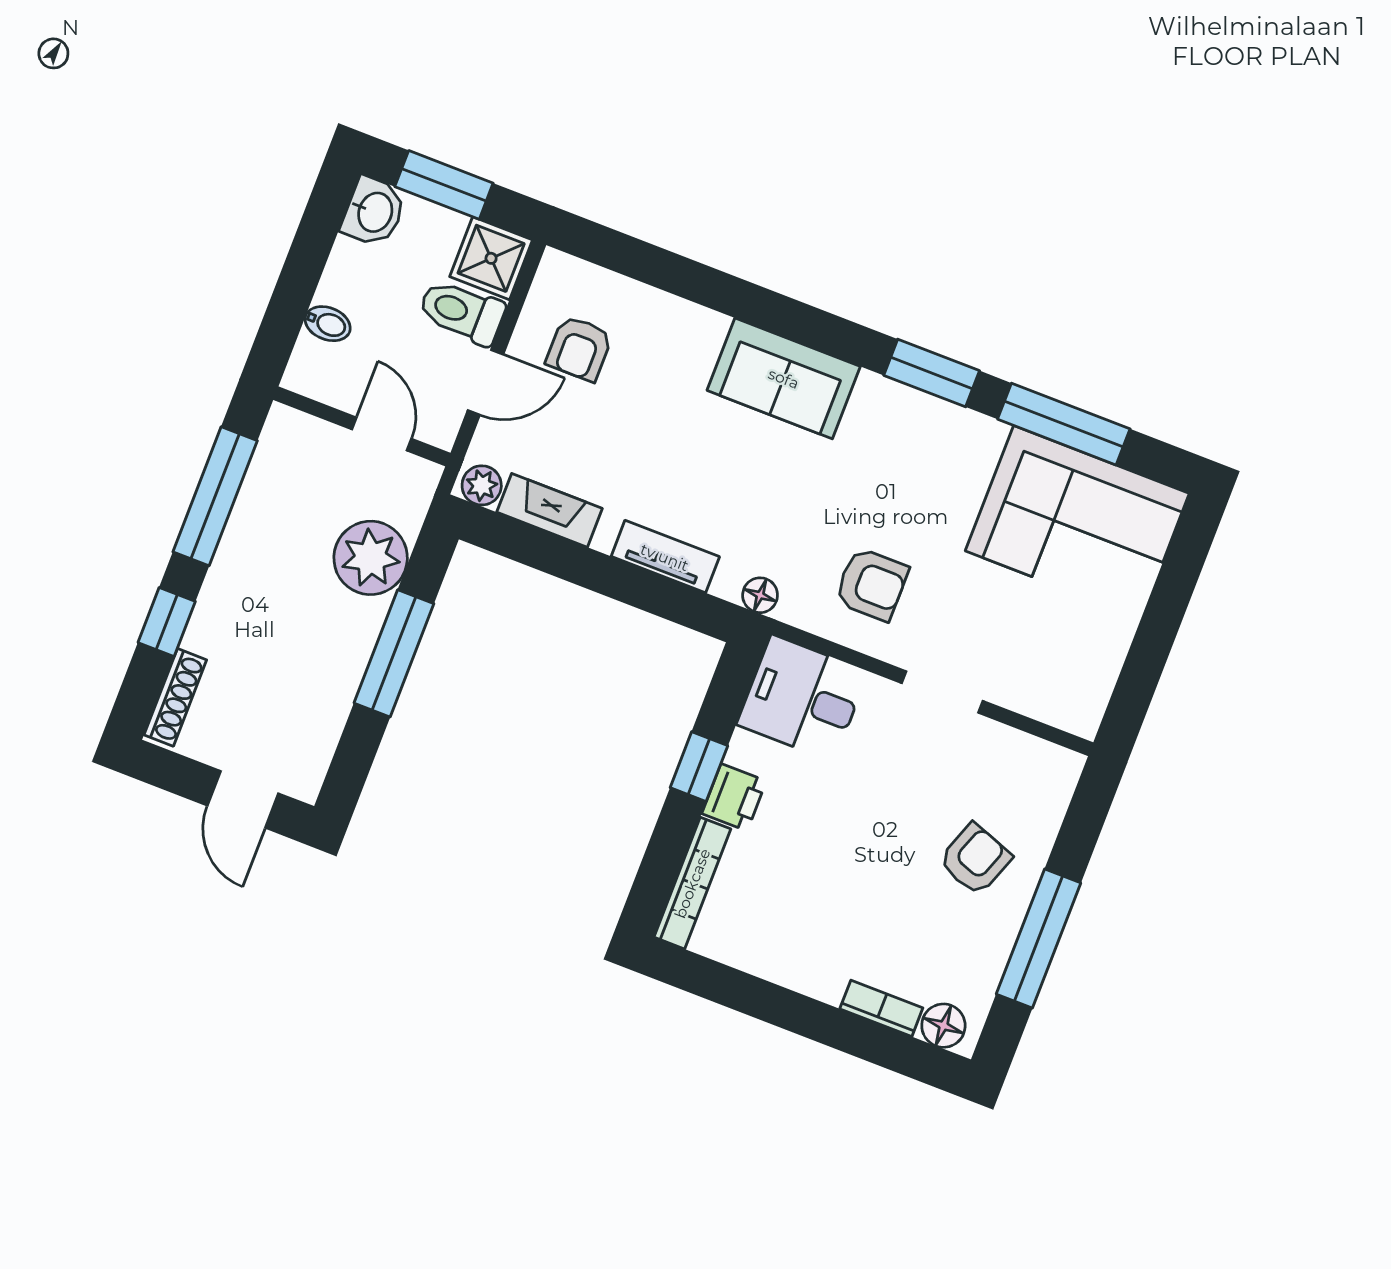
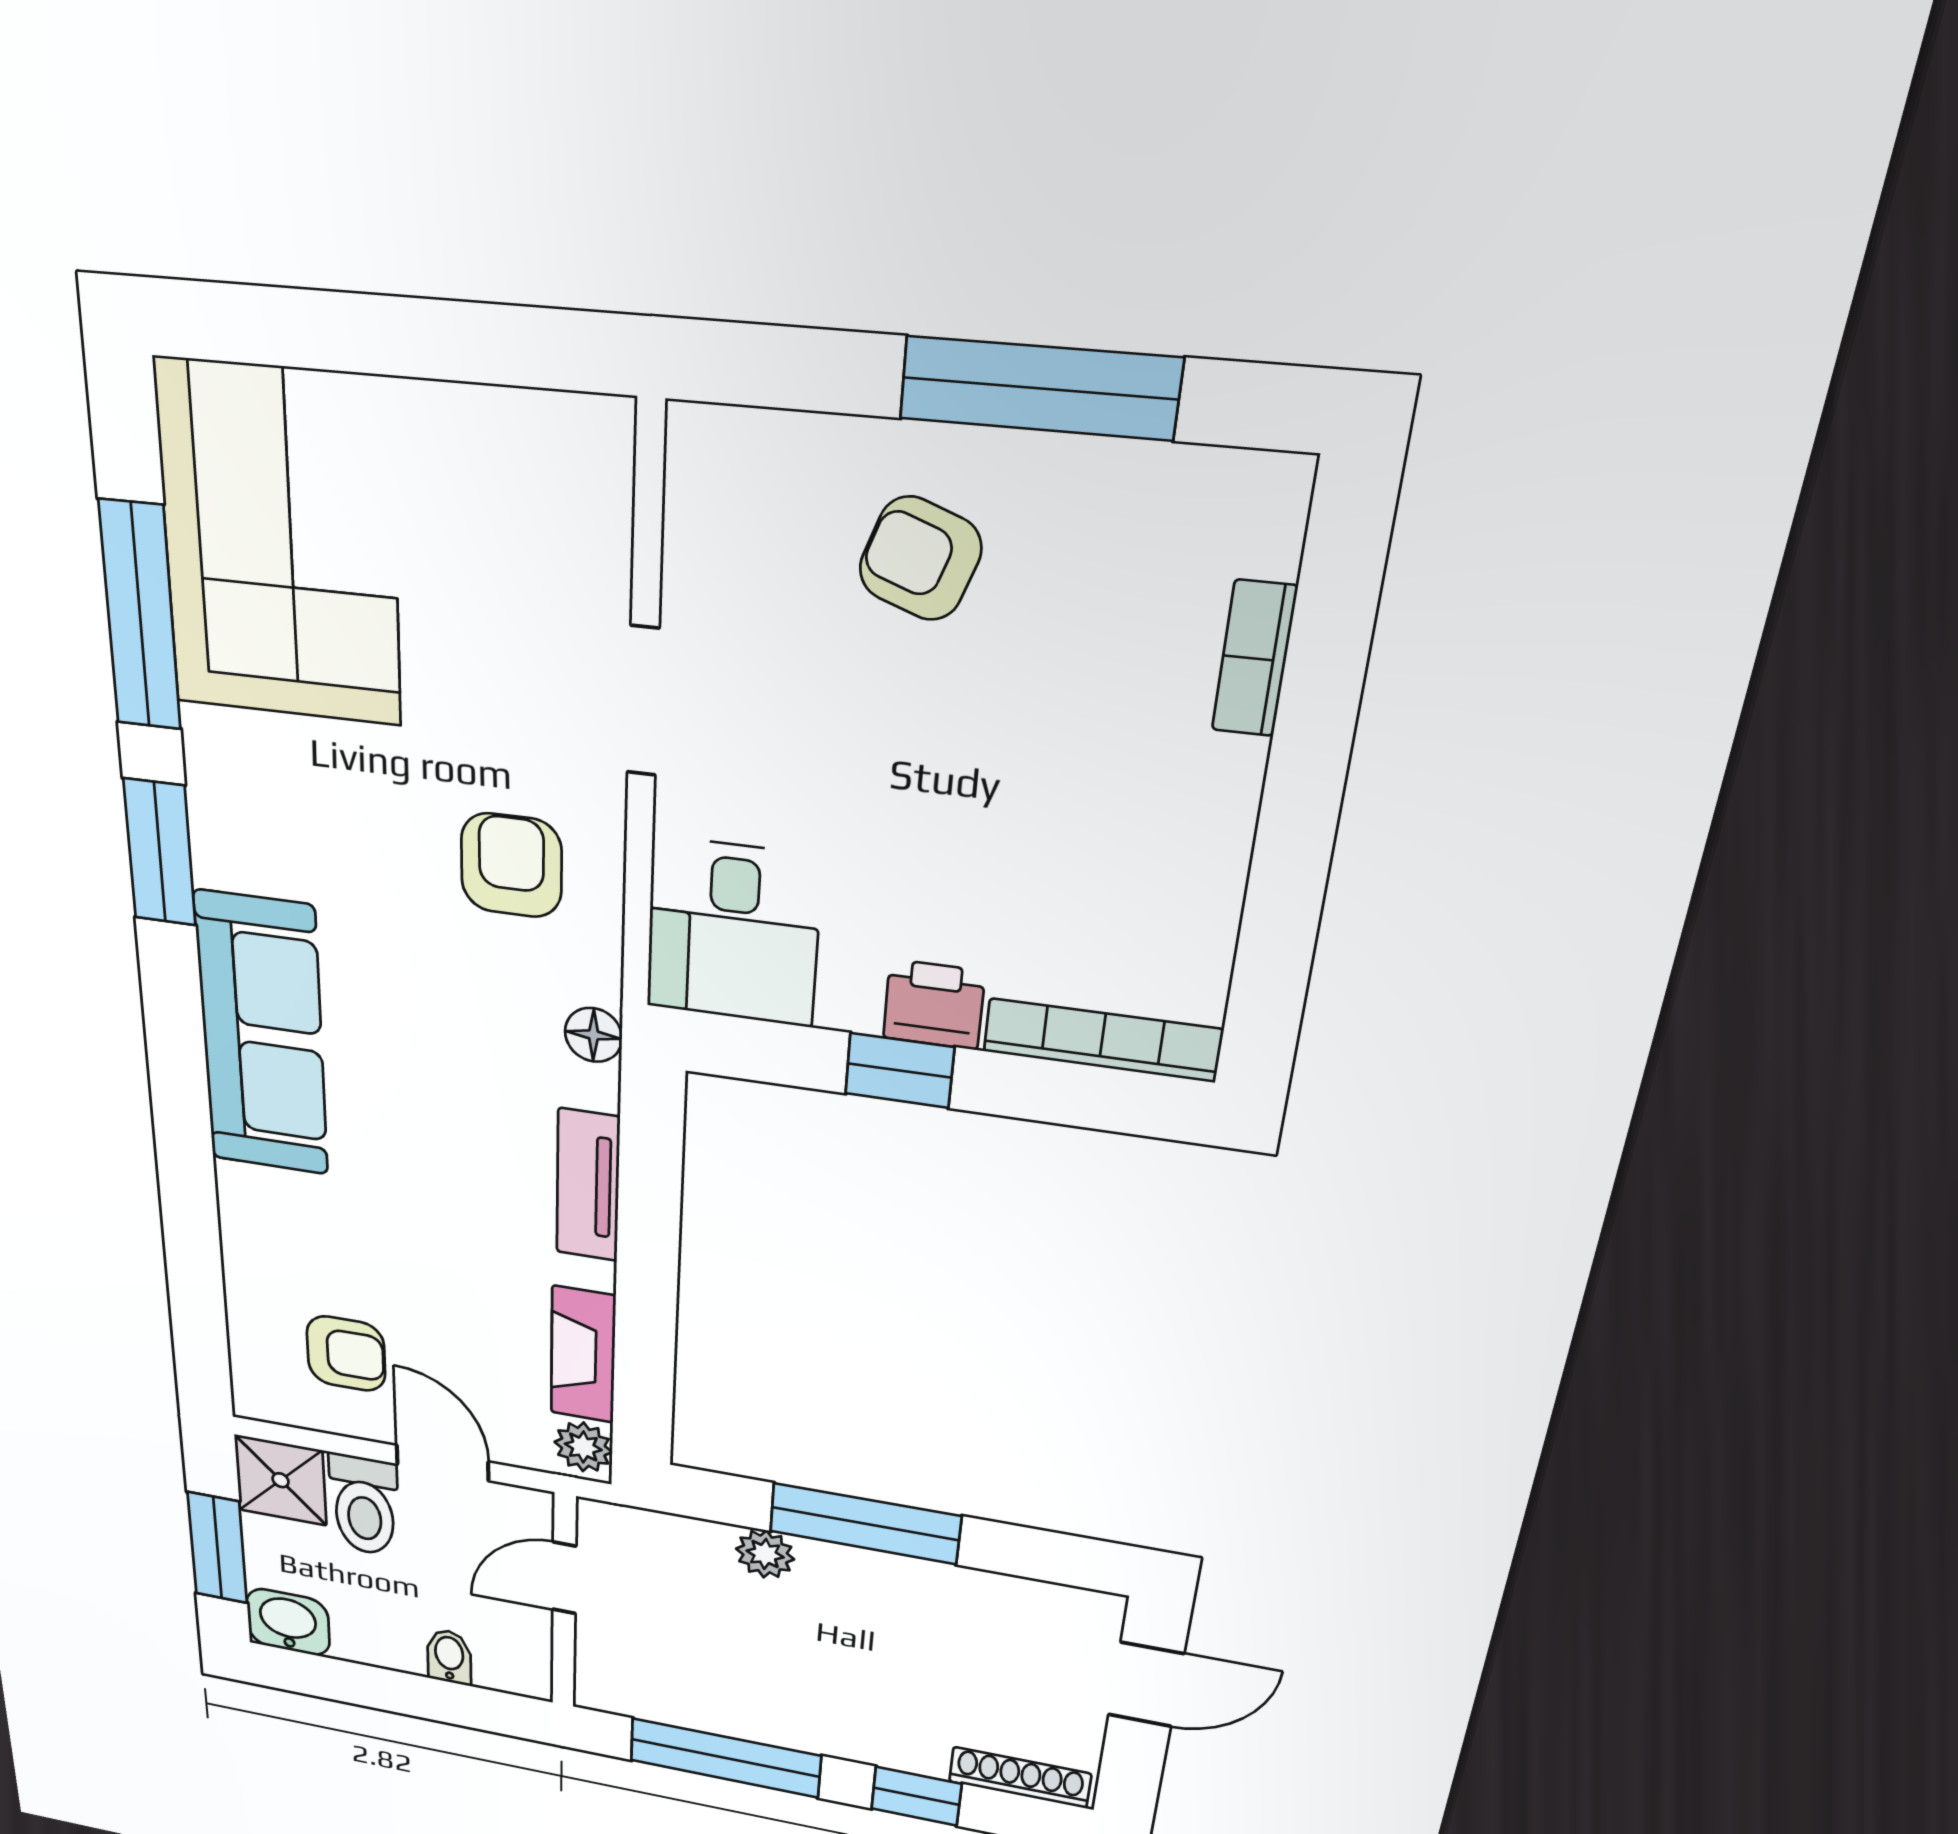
sofa: (784, 378) -> (262, 1035), width x1.36
plant: (371, 558) -> (765, 1554), width x0.53, depth x0.53
floor lamp: (943, 1026) -> (1262, 529), removed

